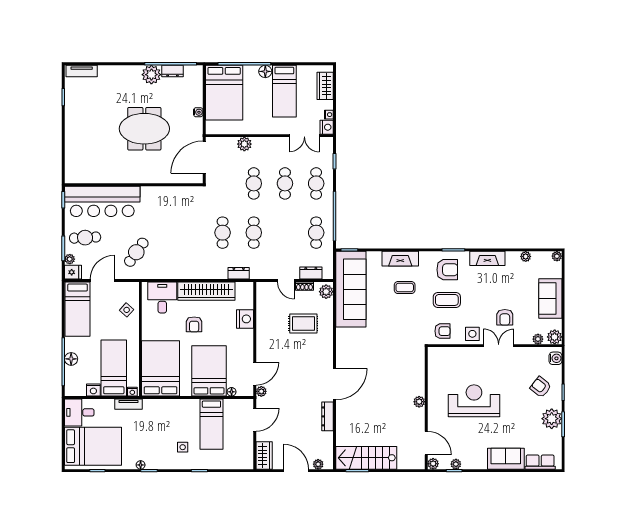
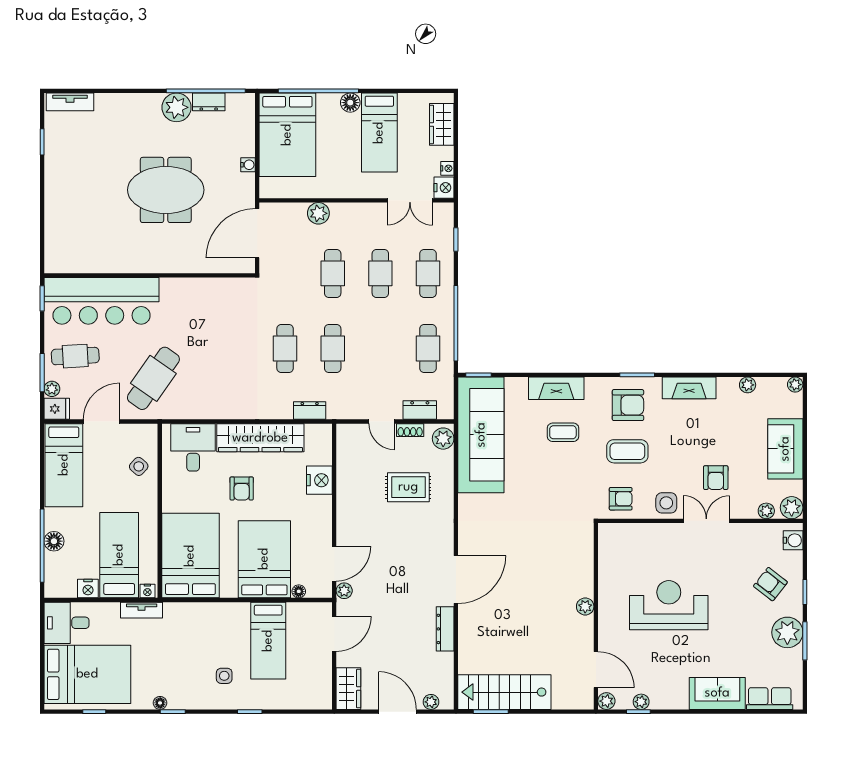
cafe table: (136, 252) -> (153, 378), width x1.37, depth x1.35

